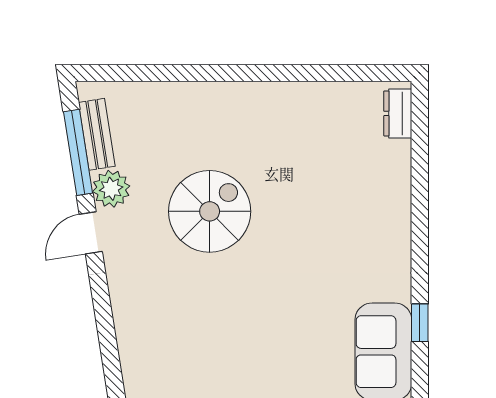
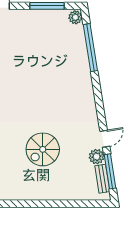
spiral stairs: (210, 211) -> (43, 149), moved

